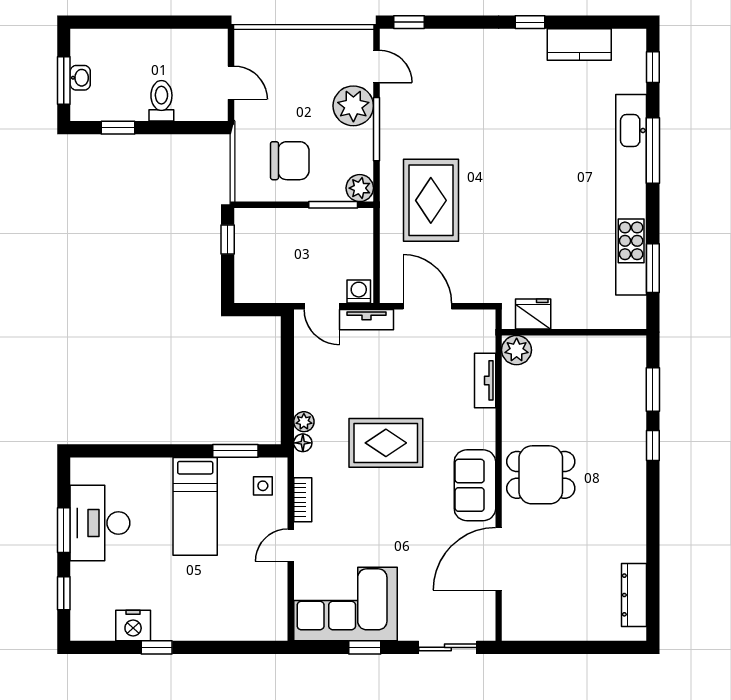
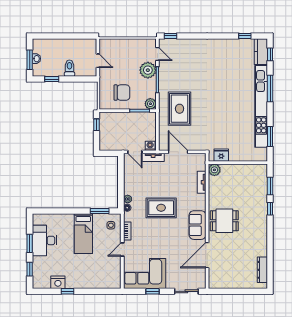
window: (530, 22) -> (245, 36), moved
kitchen counter: (579, 44) -> (261, 52), moved, turned 90

